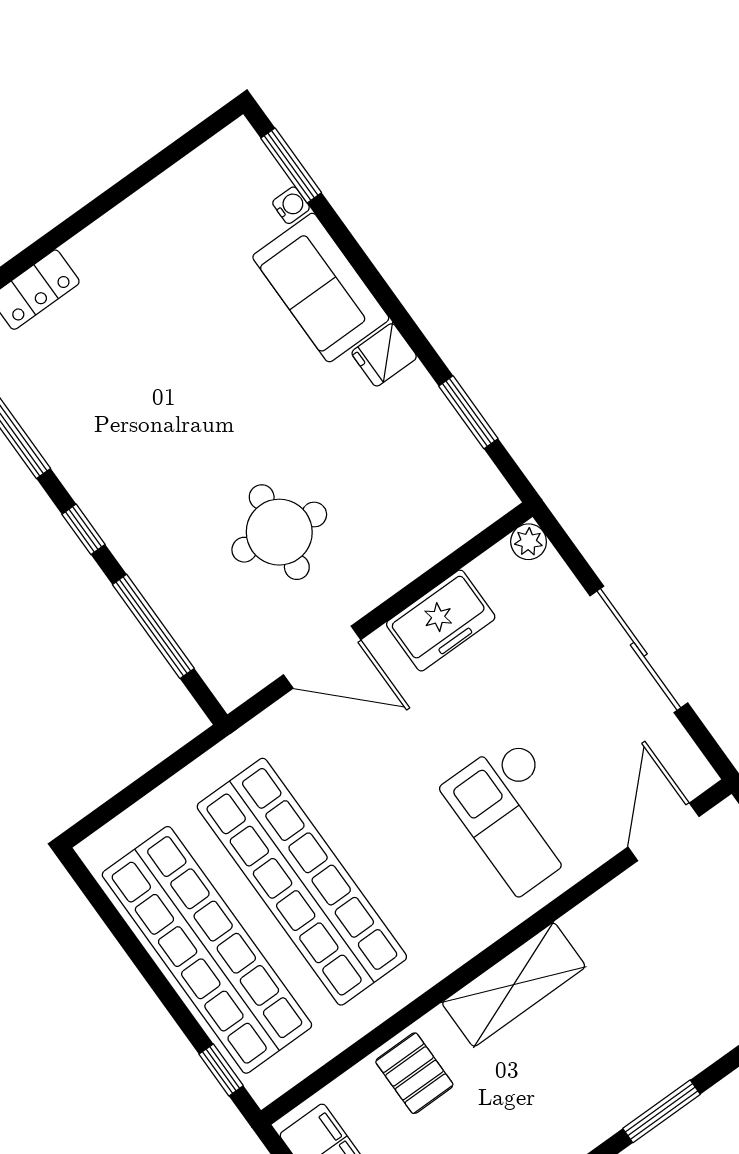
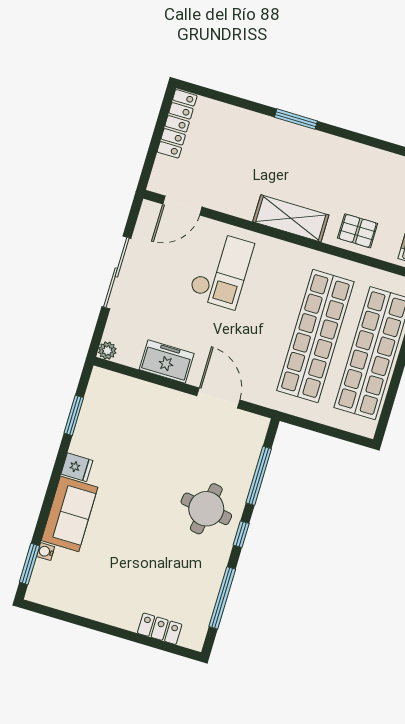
round table: (279, 532) -> (206, 509), moved
pallet: (414, 1073) -> (358, 231), turned 90

